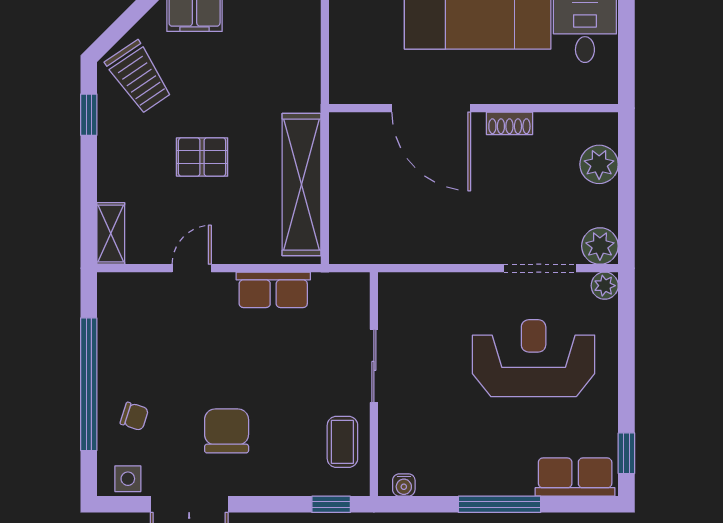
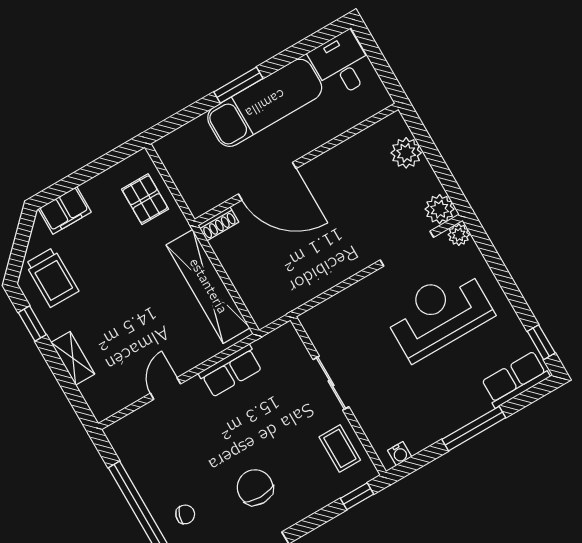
trolley: (139, 77) -> (52, 277), turned 34
shoe rack: (509, 123) -> (218, 224), moved
pallet: (202, 157) -> (145, 199), moved, turned 90
shelving: (111, 233) -> (73, 358), moved

